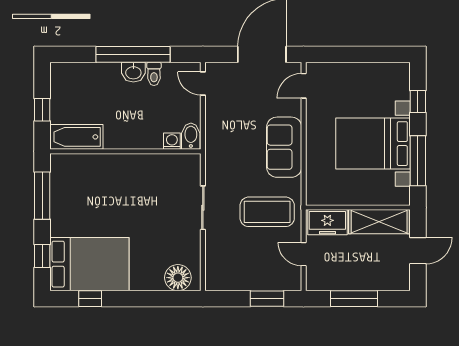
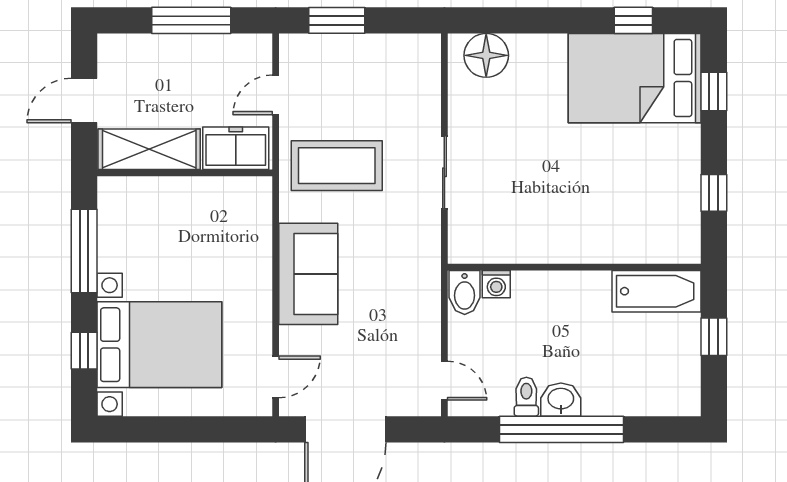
bed with nightstands: (373, 144) -> (159, 345), moved
window: (42, 196) -> (714, 193), width x0.46
door: (304, 254) -> (276, 95), swing flipped

